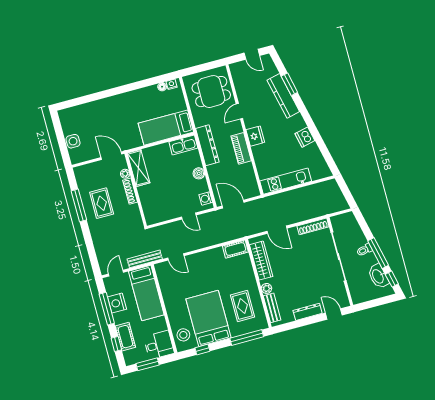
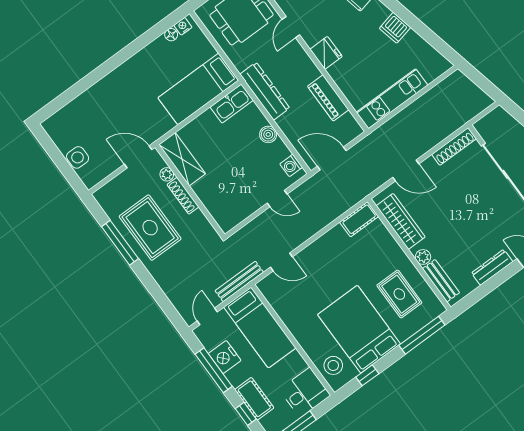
piano: (241, 148) -> (328, 98), moved
rug: (102, 203) -> (150, 228), width x1.36, depth x1.43

